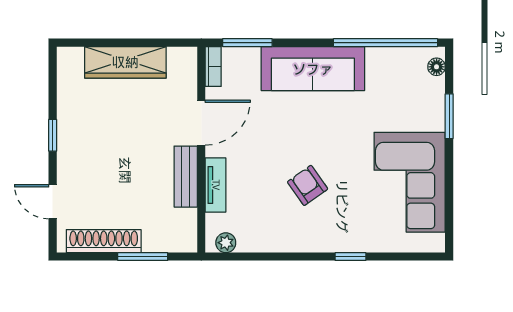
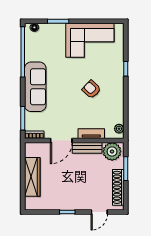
door: (201, 123) -> (61, 140), swing flipped
armchair: (308, 185) -> (91, 89), turned 79
plant: (178, 228) -> (112, 151), added

